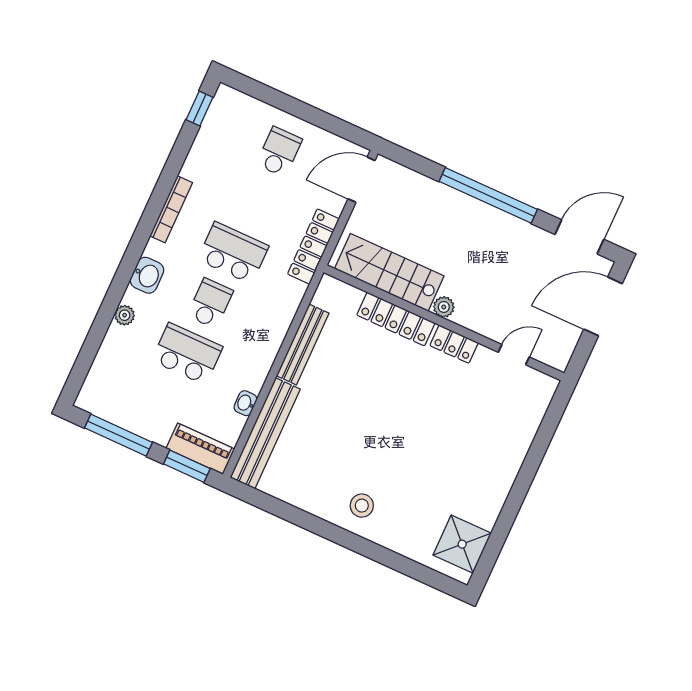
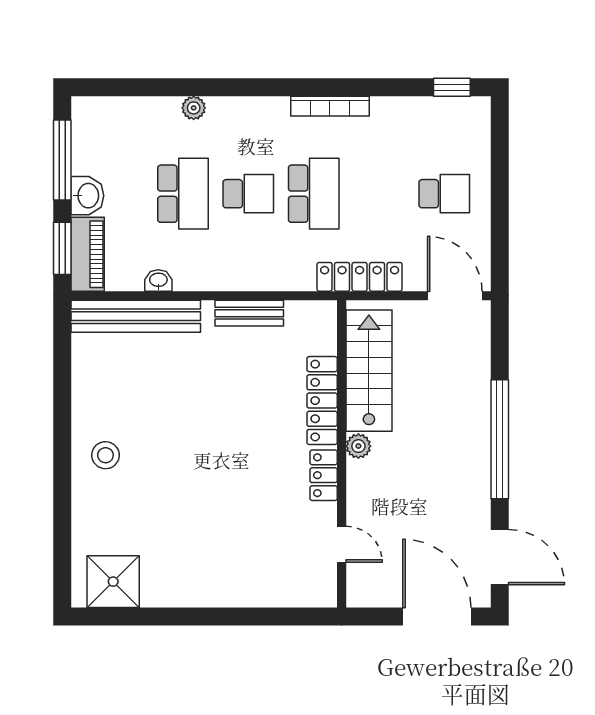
washbasin: (147, 275) -> (87, 196), moved, turned -90
bench: (303, 344) -> (249, 313), width x0.73

